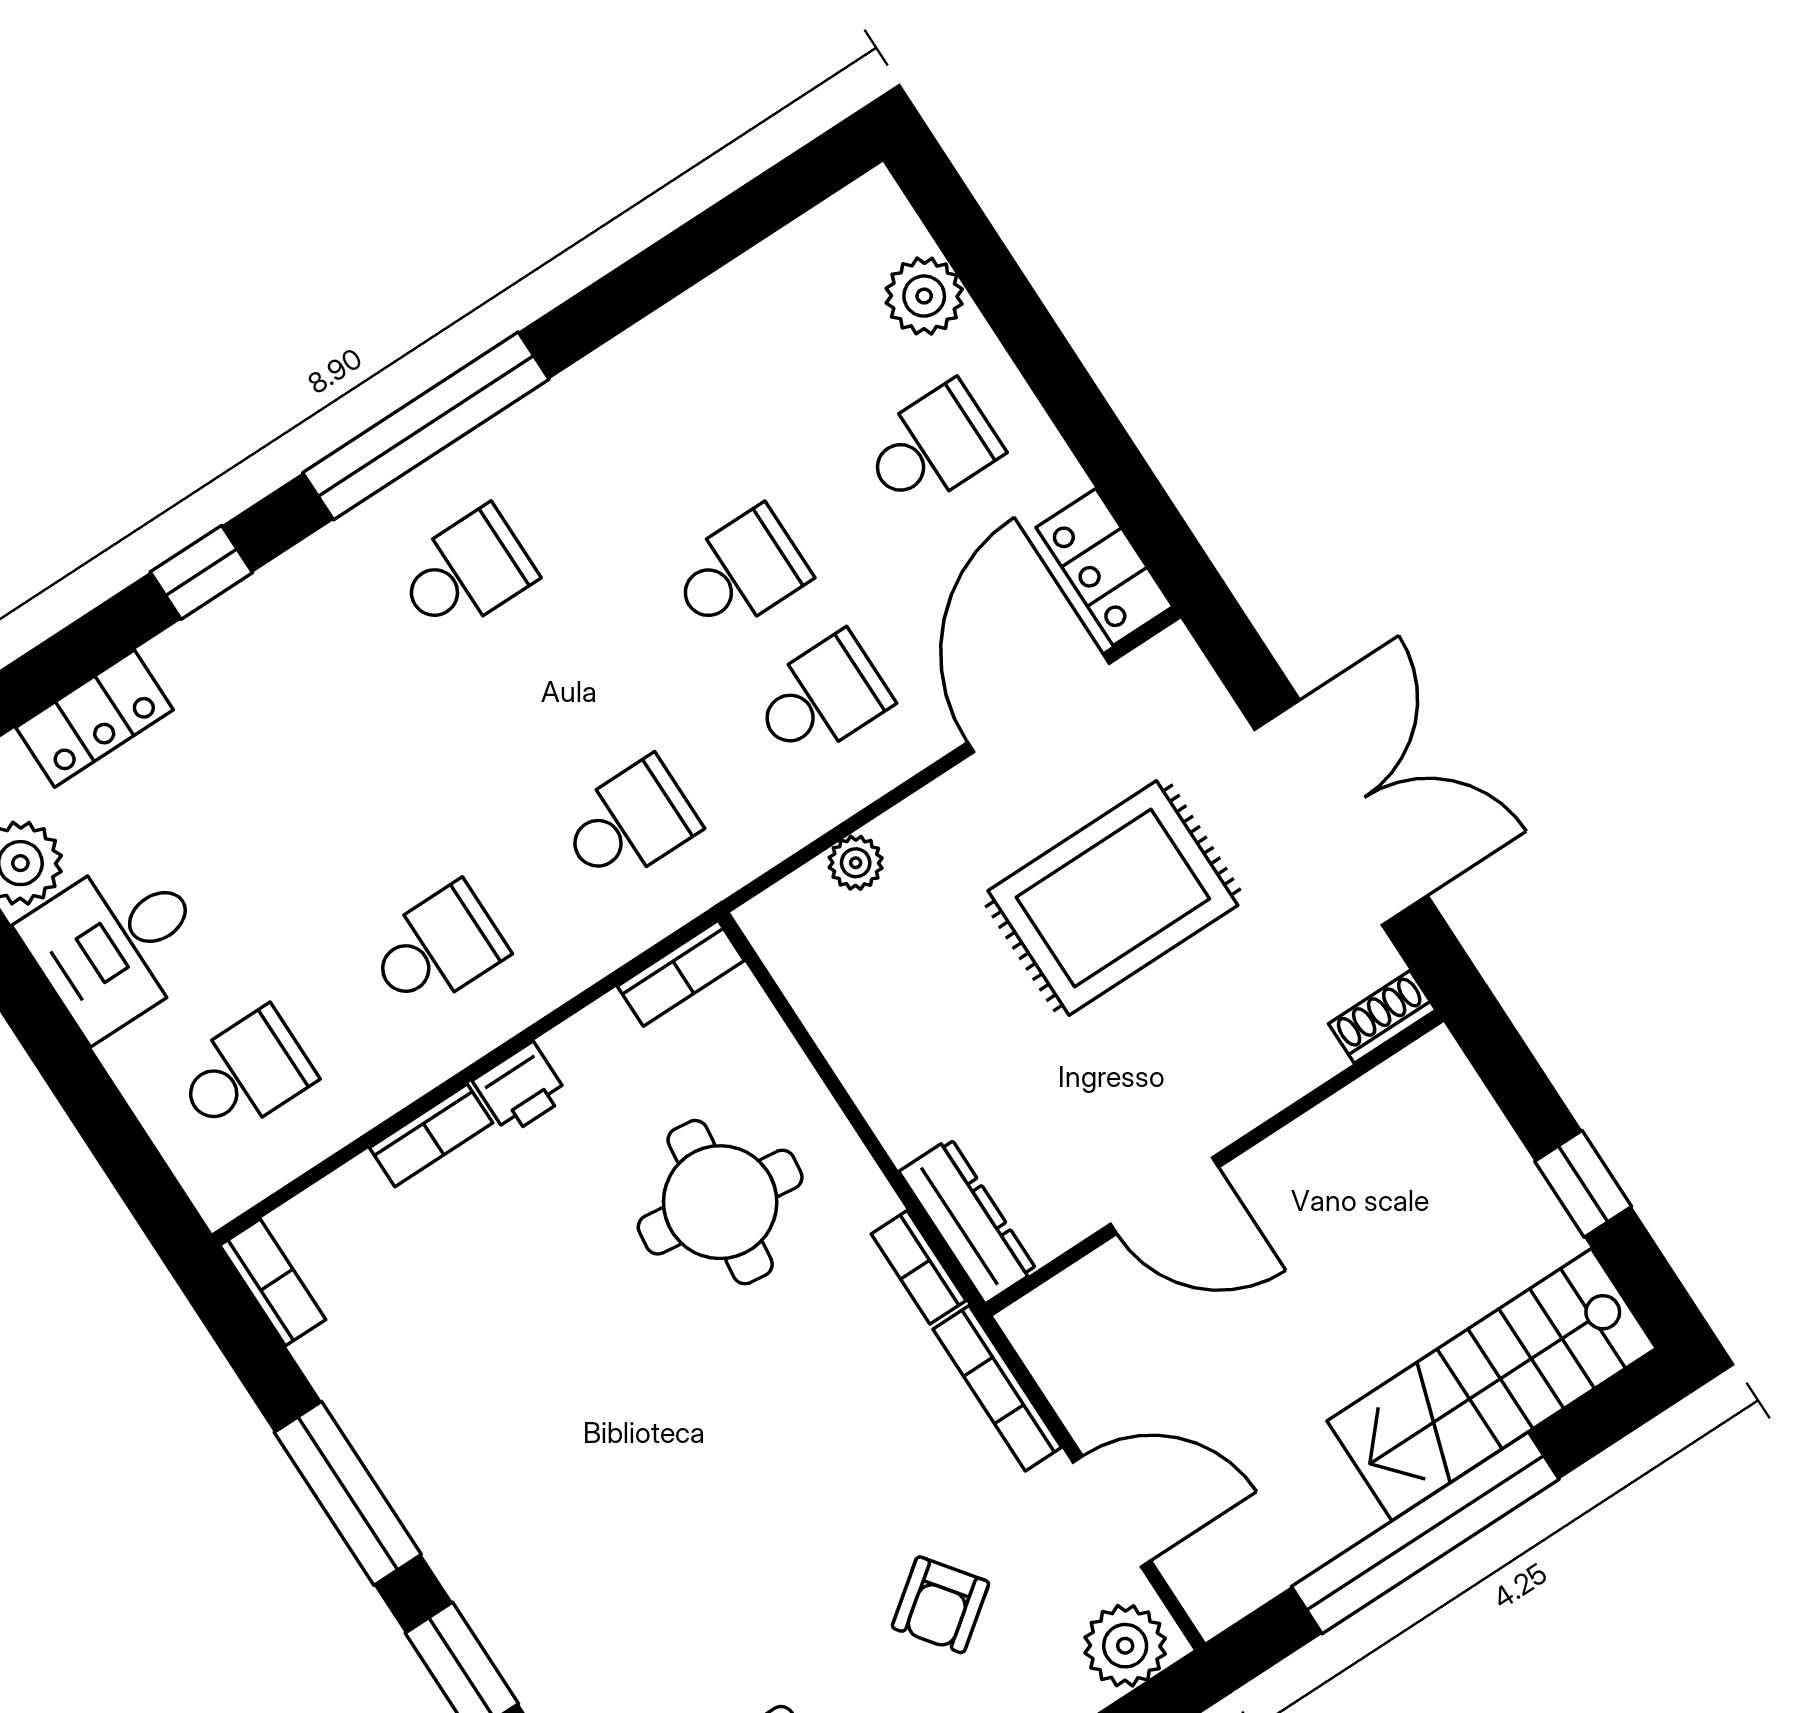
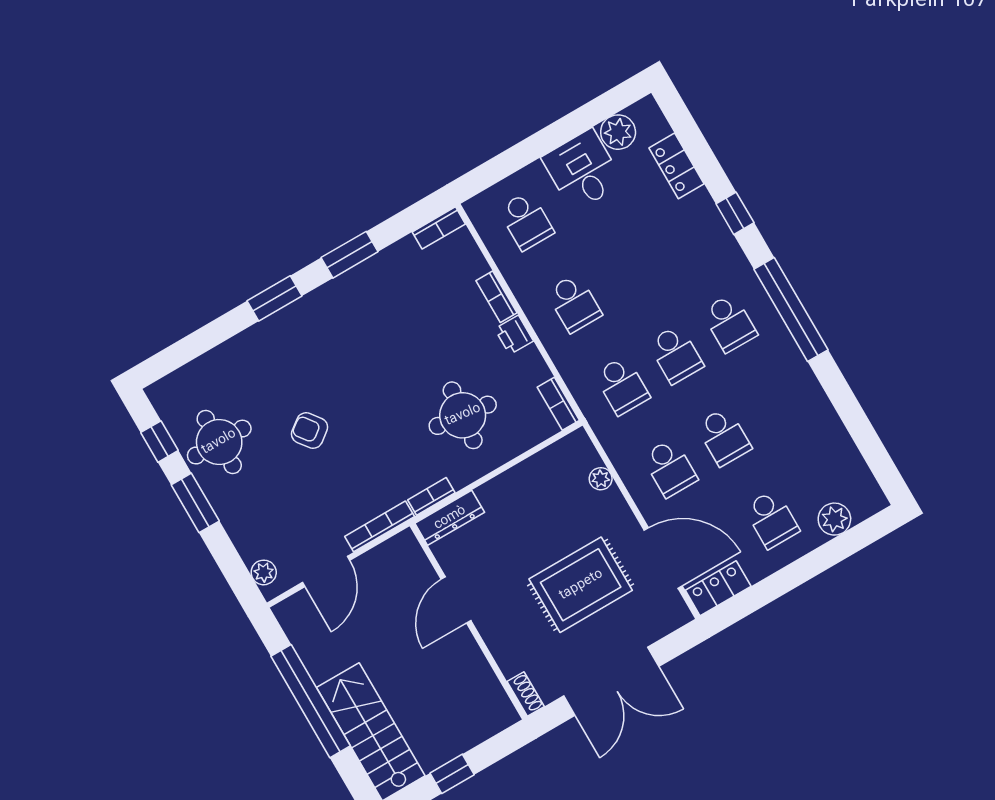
school desk: (547, 698) -> (676, 354), added
rug: (1113, 898) -> (581, 585), turned 90
window: (348, 1493) -> (350, 255), width x0.69
armchair: (940, 1605) -> (310, 431), moved
plant: (1125, 1646) -> (264, 572), width x0.73, depth x0.73

